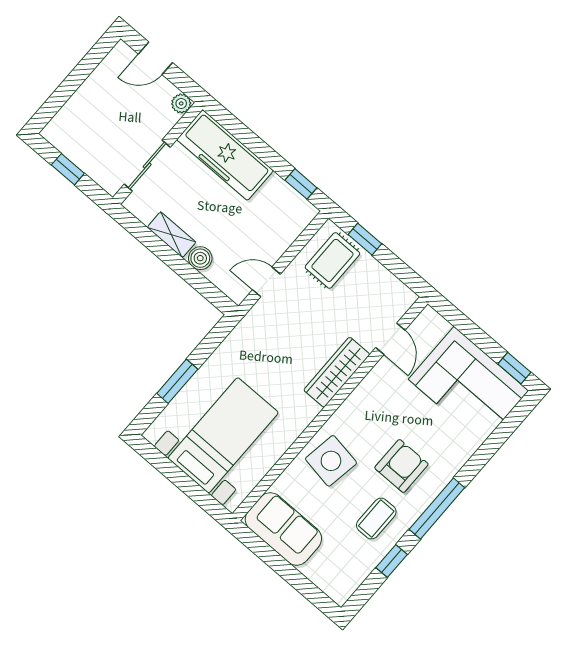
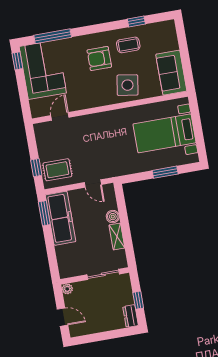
dresser: (60, 138) -> (131, 316), added
freezer: (225, 155) -> (61, 218), moved
window: (301, 184) -> (44, 213), width x1.50
wardrobe: (337, 372) -> (94, 121), removed
window: (437, 509) -> (53, 36), moved

